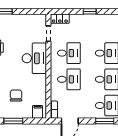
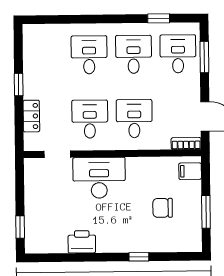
locker: (60, 19) -> (31, 116), moved

